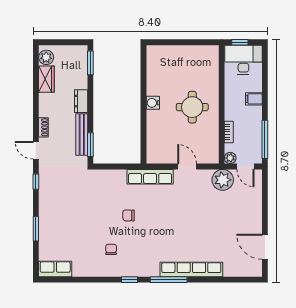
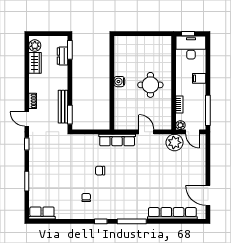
dresser: (81, 101) -> (63, 56), moved
row of seats: (191, 269) -> (172, 213), moved

